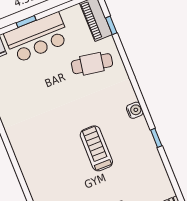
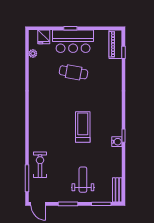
cafe table: (92, 64) -> (74, 72), moved
water cooler: (135, 110) -> (117, 142), moved

